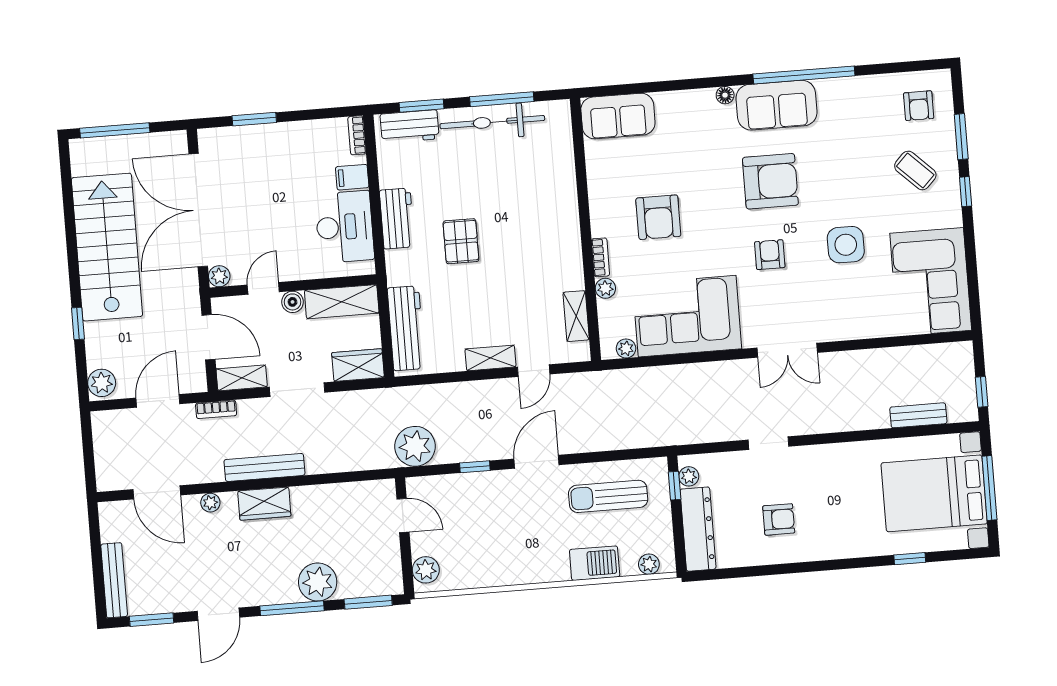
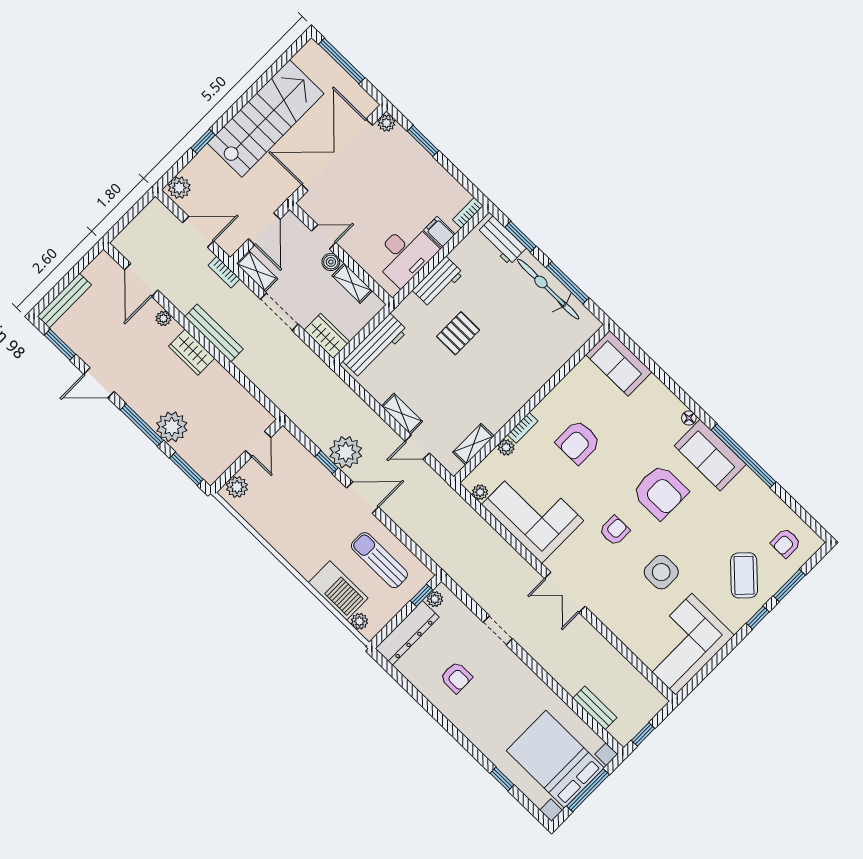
coffee table: (915, 170) -> (744, 575), width x1.36, depth x1.30
plant: (219, 276) -> (386, 123), moved
shelving: (342, 302) -> (352, 283), width x0.67, depth x0.75
plant: (415, 446) -> (346, 452), moved
barbecue: (595, 563) -> (338, 590), width x1.37, depth x1.21

